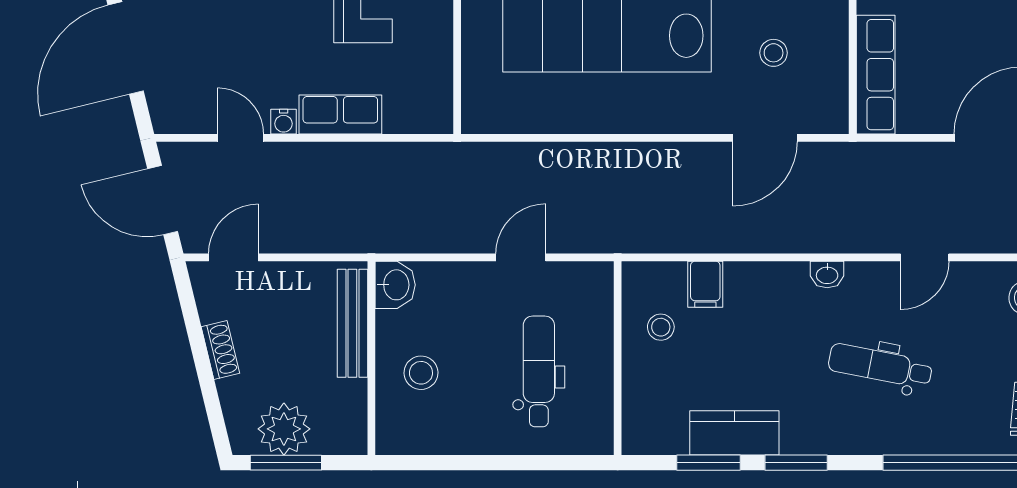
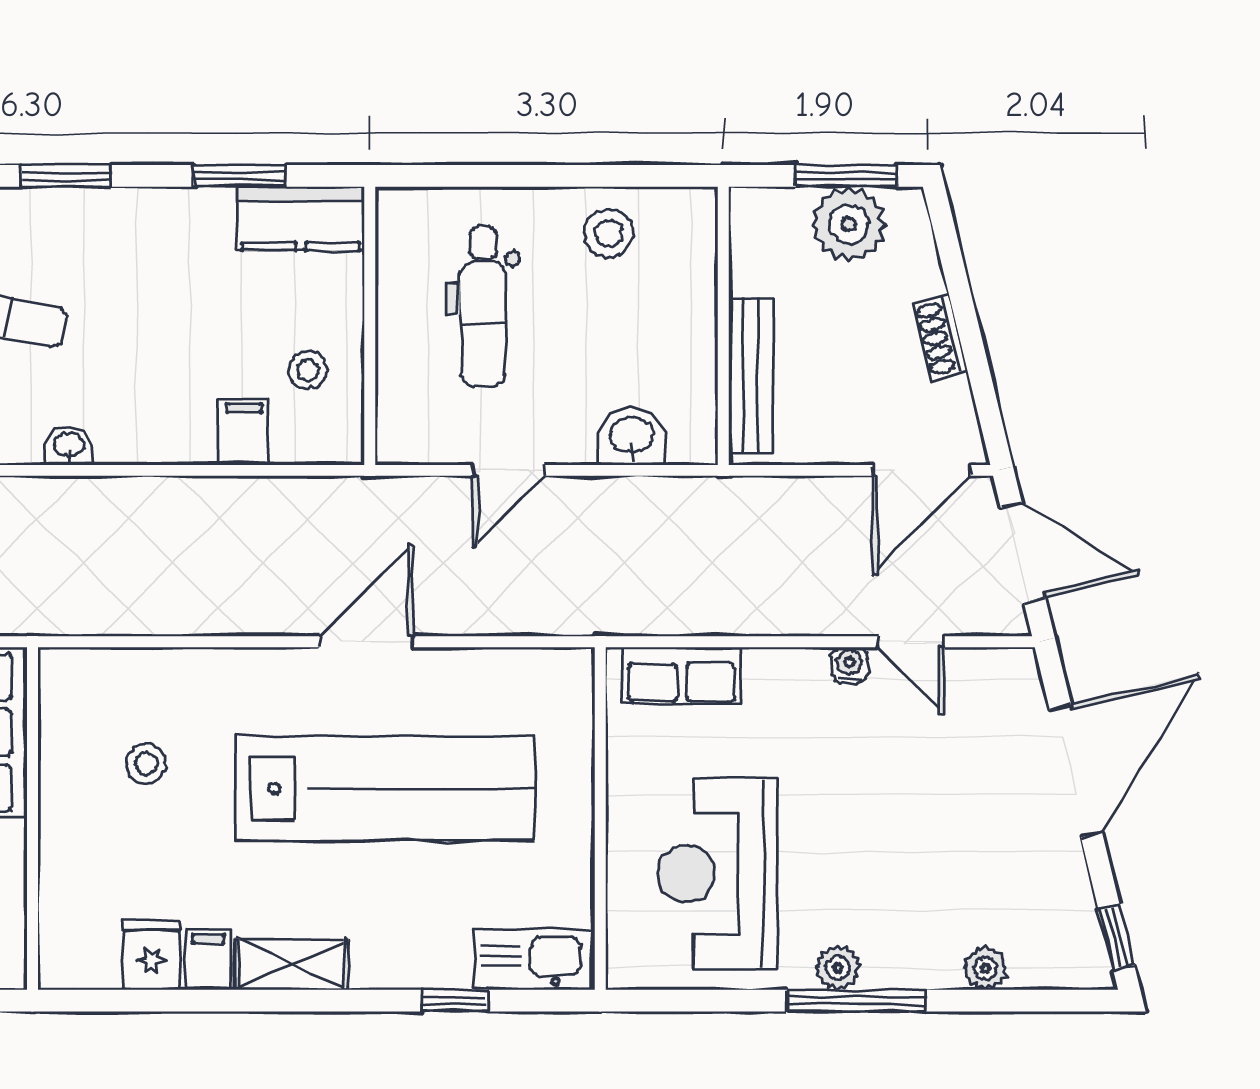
row of seats: (340, 114) -> (682, 675), moved
door: (765, 138) -> (366, 642), moved
door: (233, 257) -> (921, 470), width x1.38
washbasin: (395, 285) -> (632, 436), moved, turned 90
stool: (421, 373) -> (609, 233), moved
kitchen counter: (734, 433) -> (301, 218), moved
window: (796, 463) -> (66, 176), moved

